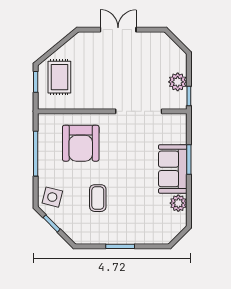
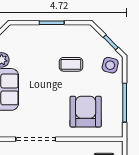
coffee table: (98, 198) -> (71, 64), turned 90

